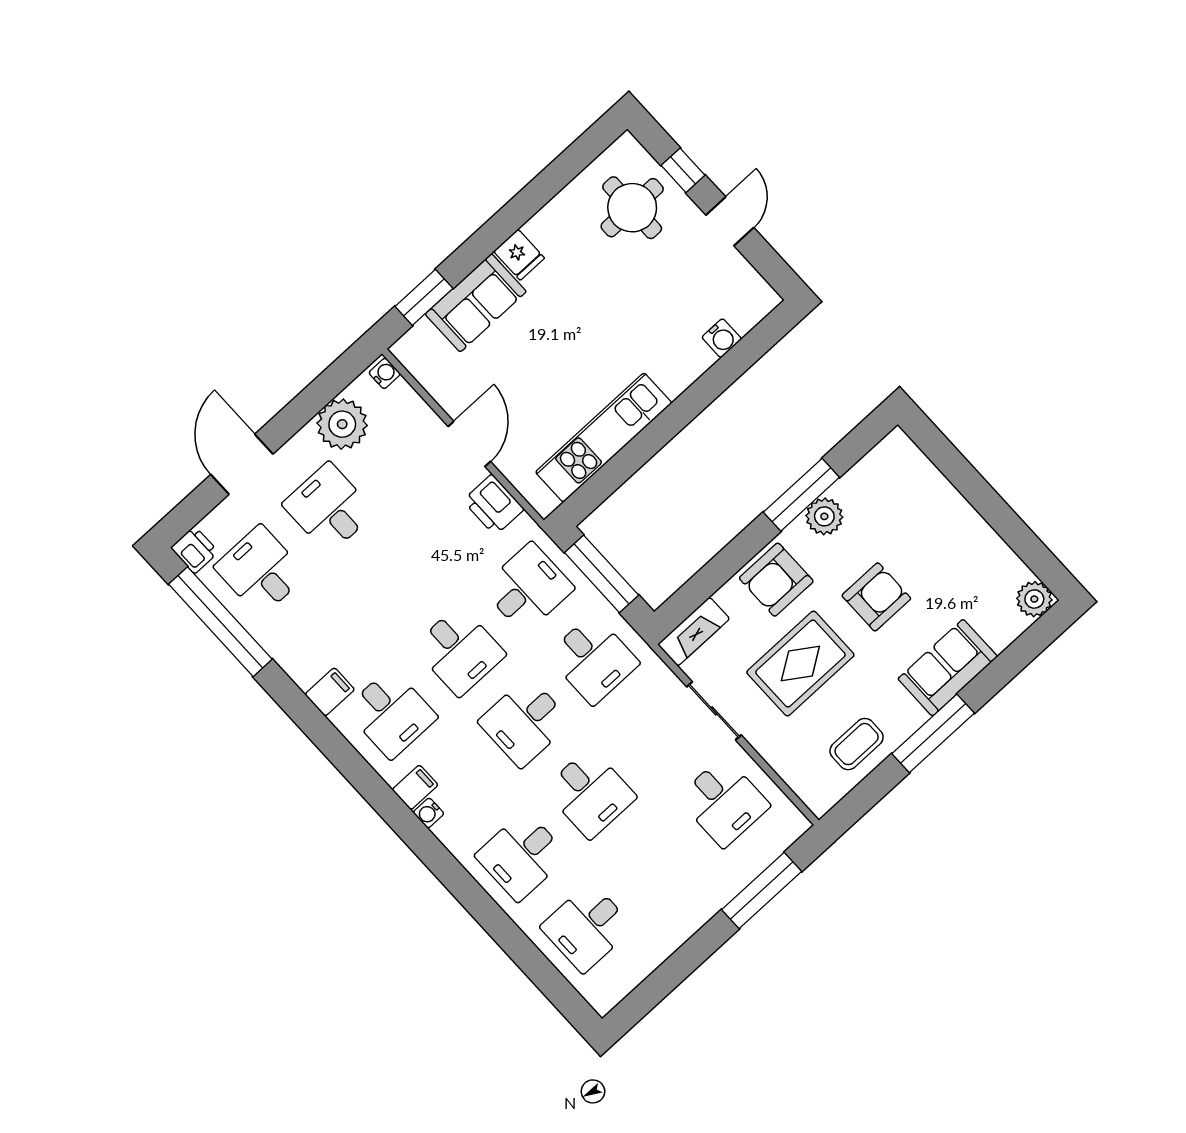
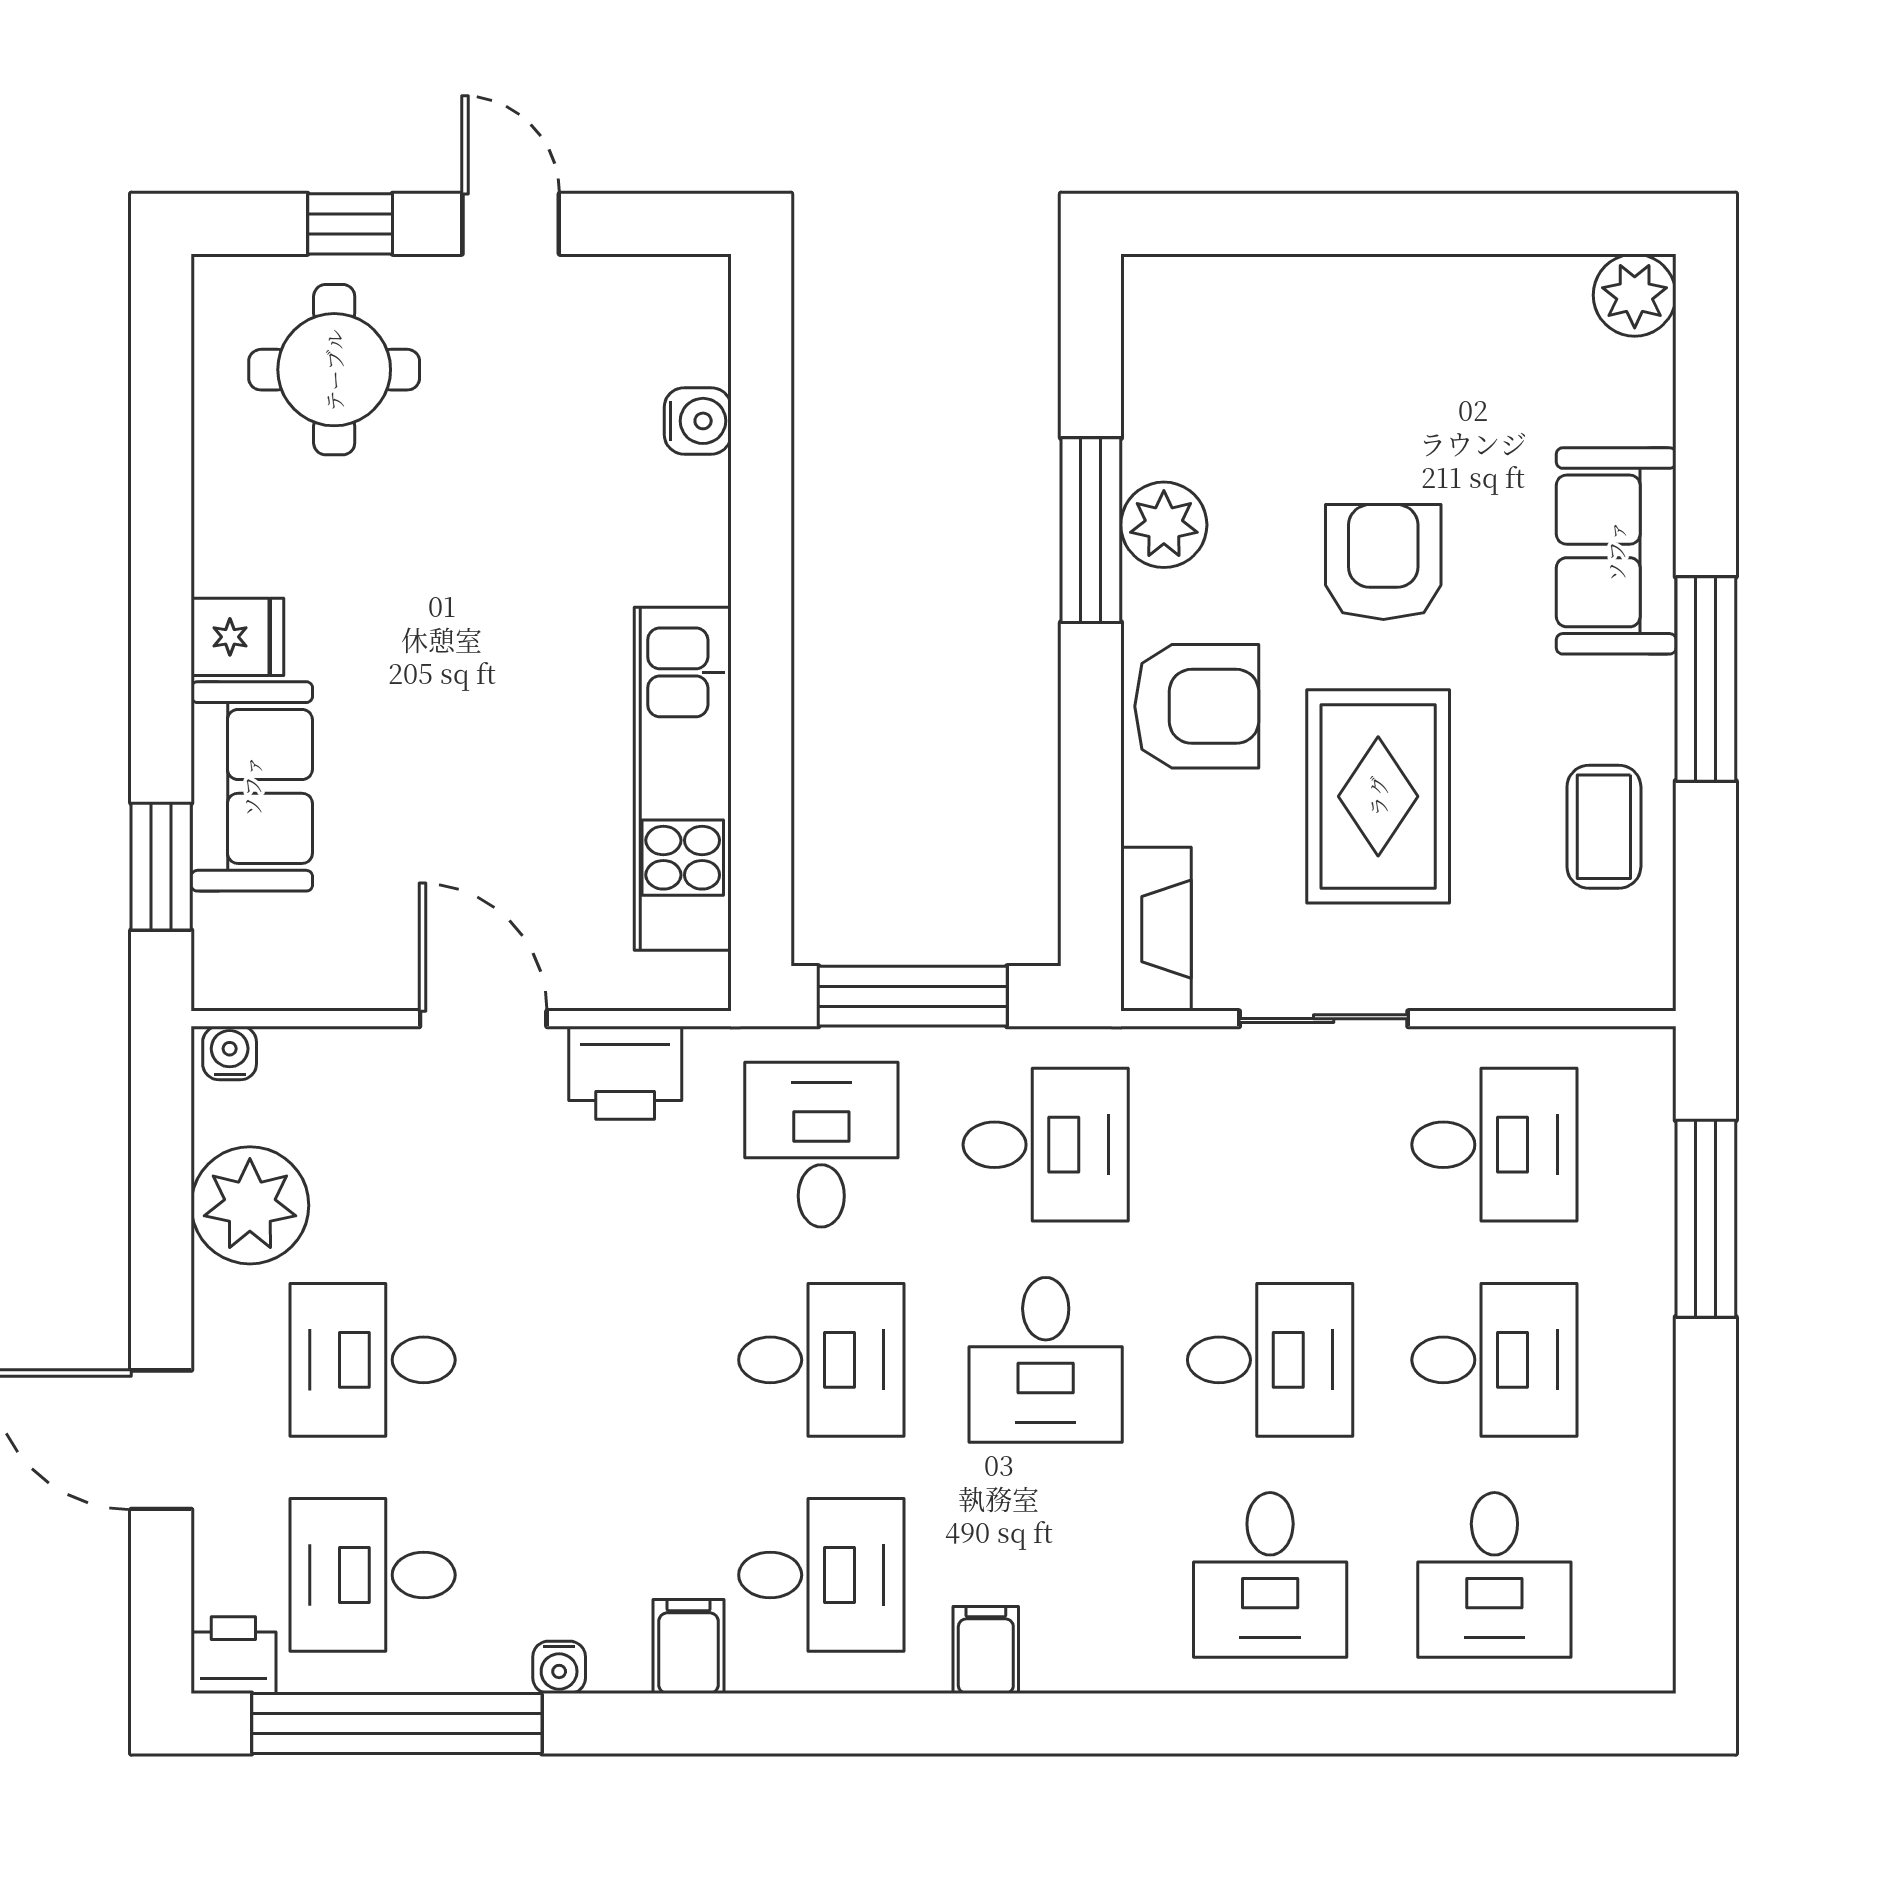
armchair: (776, 580) -> (1197, 706), turned -90
water cooler: (429, 813) -> (559, 1667), moved
desk: (655, 864) -> (1494, 1360), added

